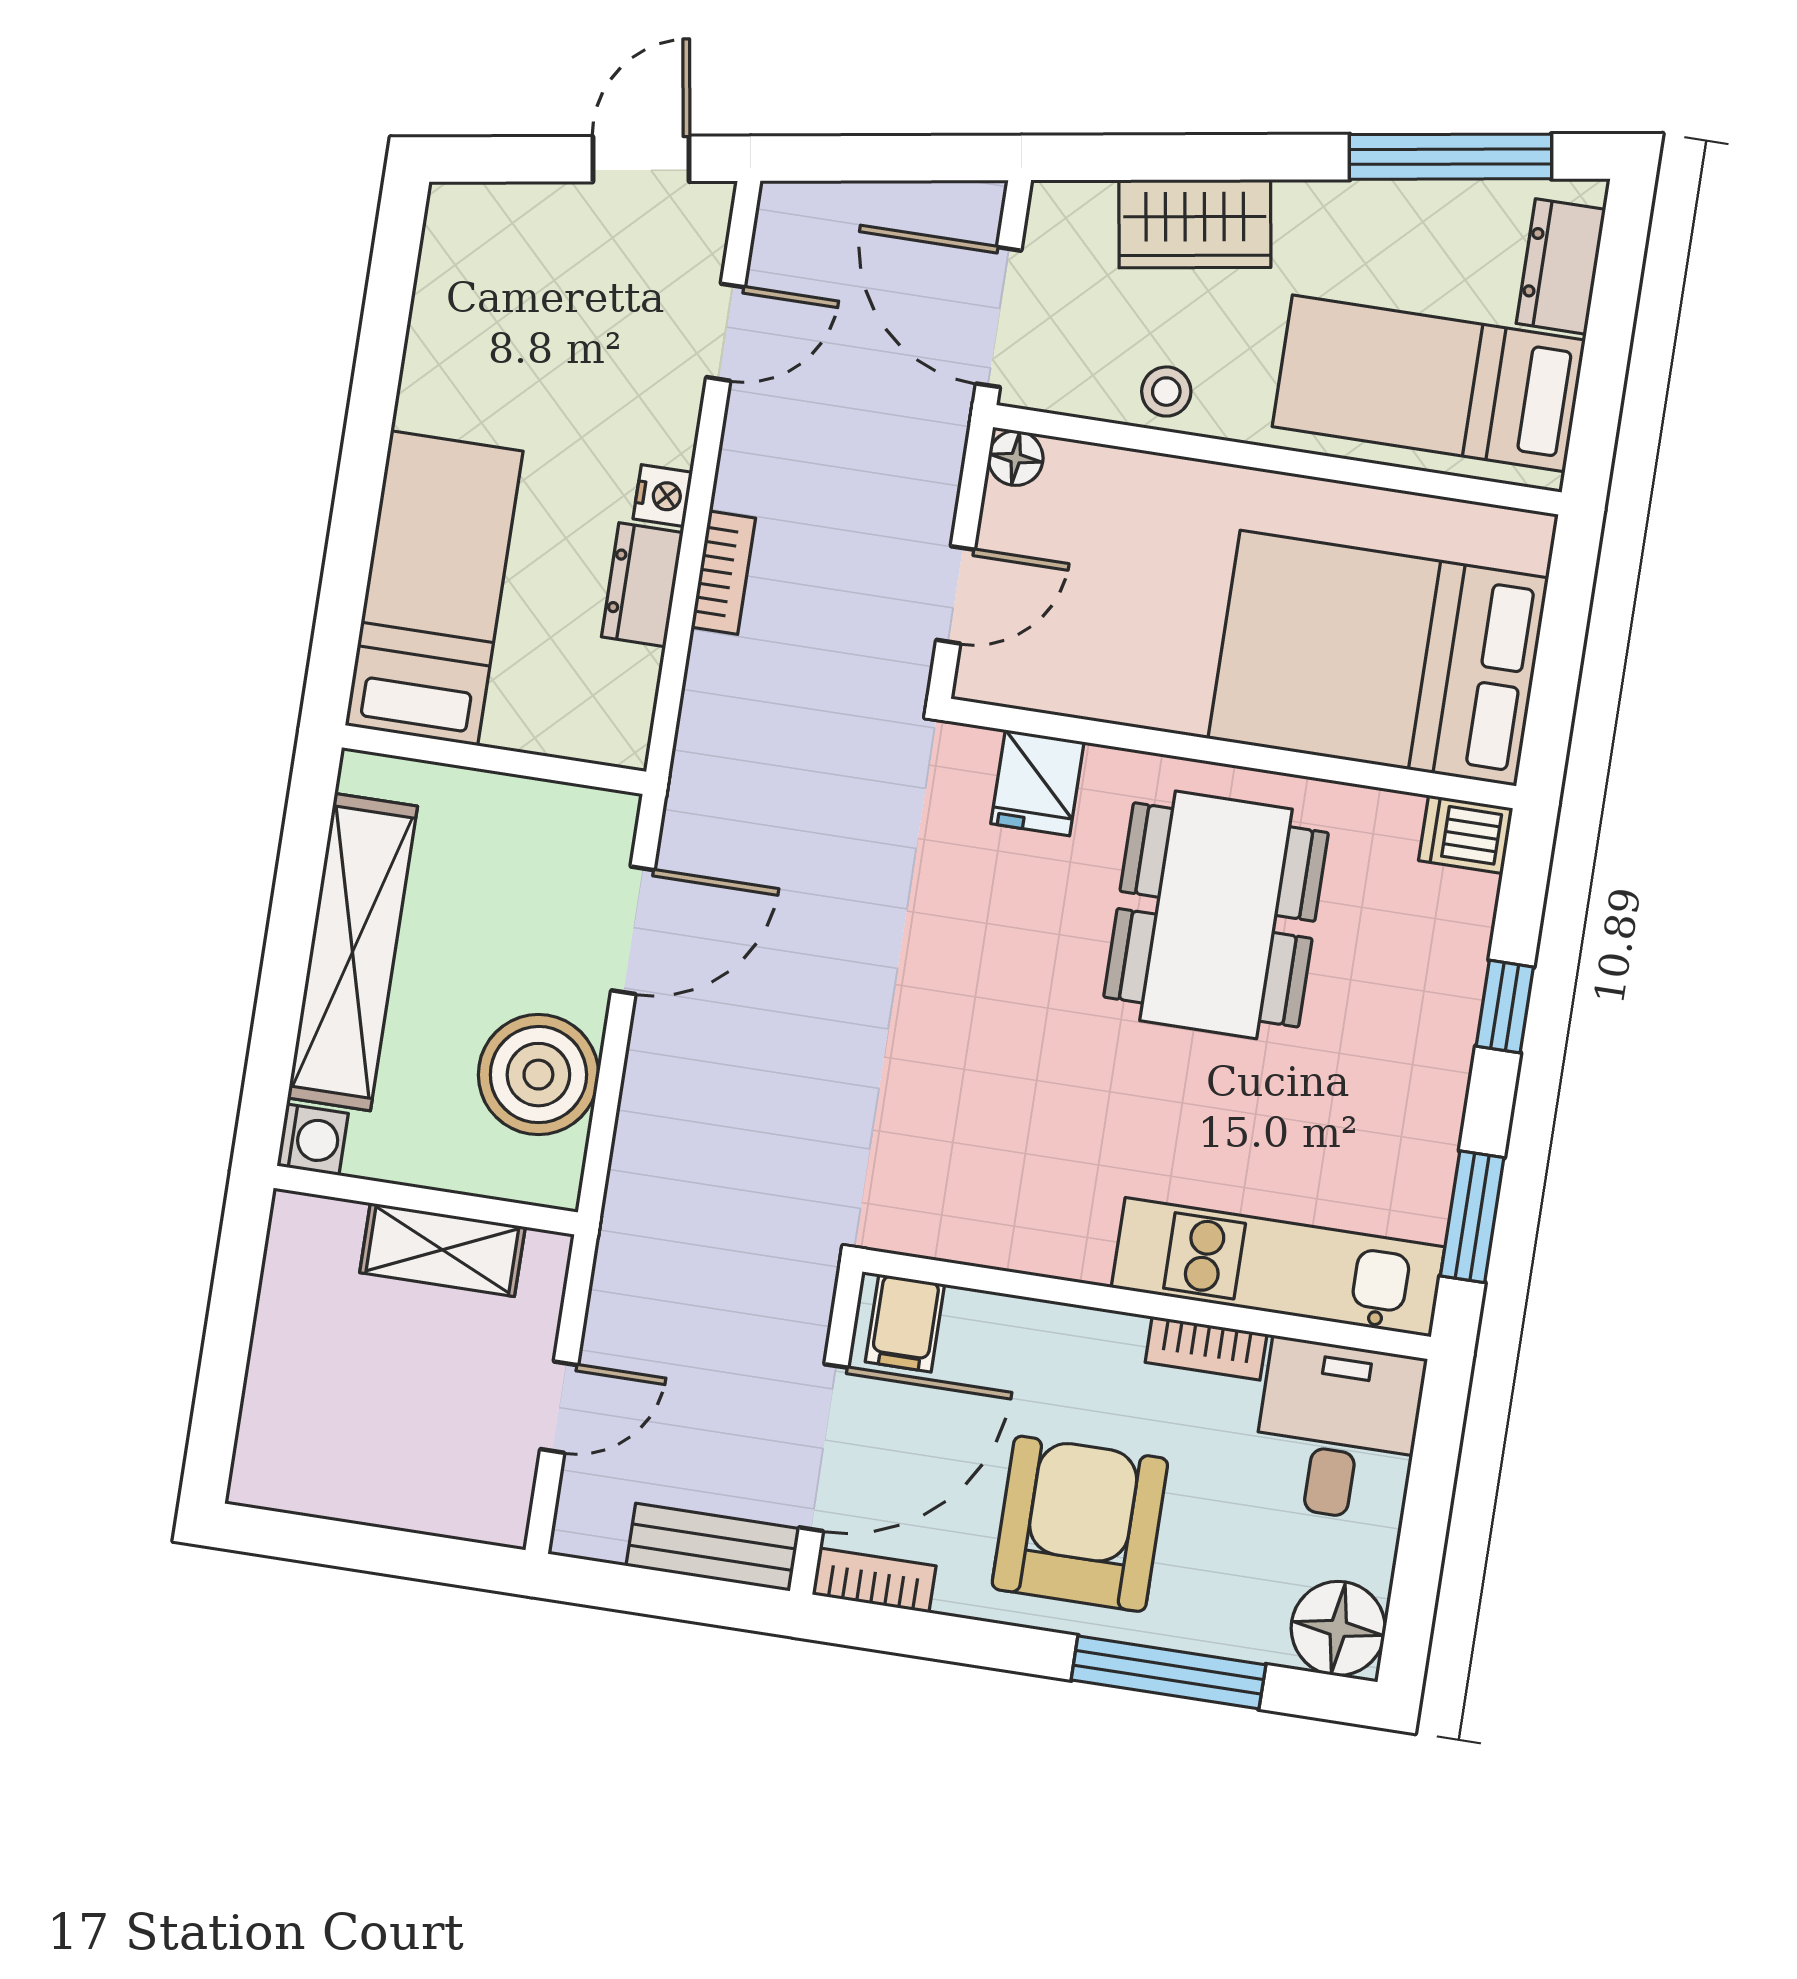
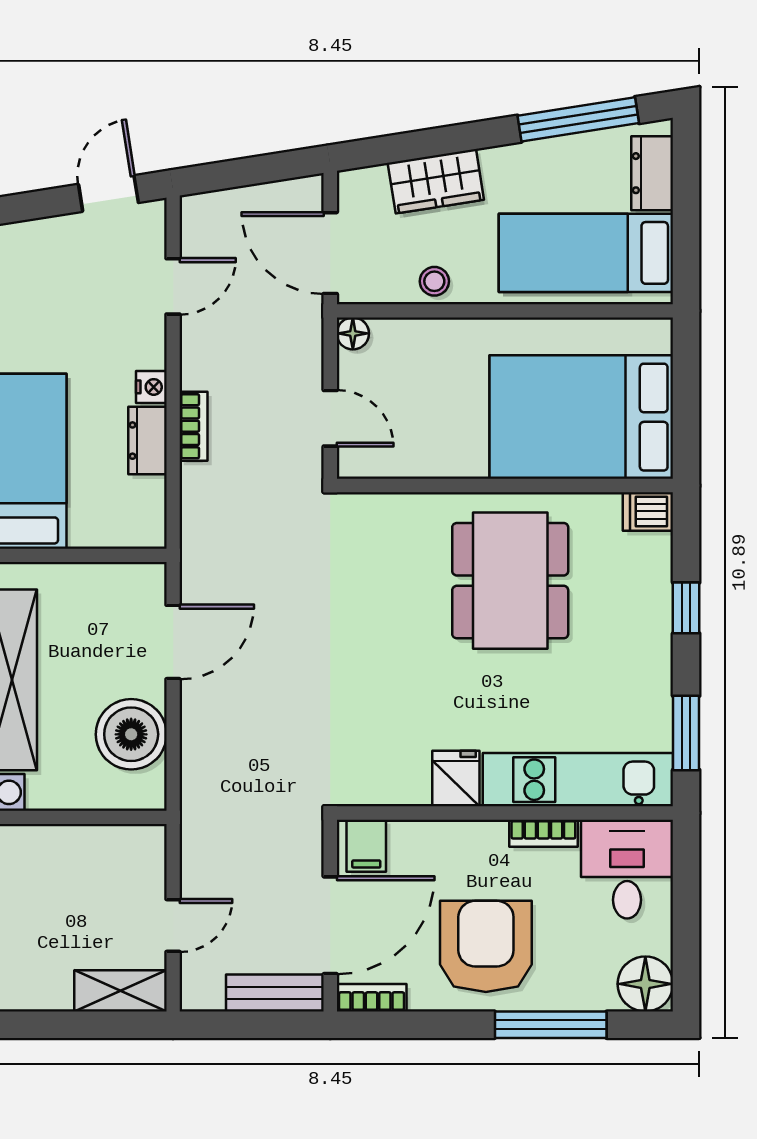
door: (956, 595) -> (330, 418), hinge flipped
fridge: (1037, 783) -> (456, 778), moved, turned 180
shelving: (442, 1250) -> (120, 991), moved

